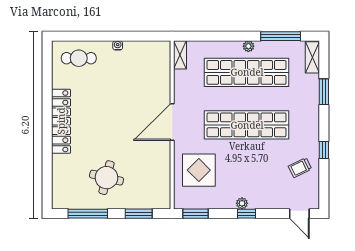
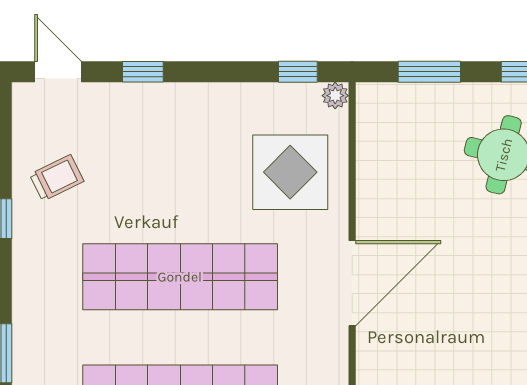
plant: (242, 203) -> (335, 96), moved
window: (196, 214) -> (298, 72), width x0.67
window: (246, 214) -> (143, 72), moved

